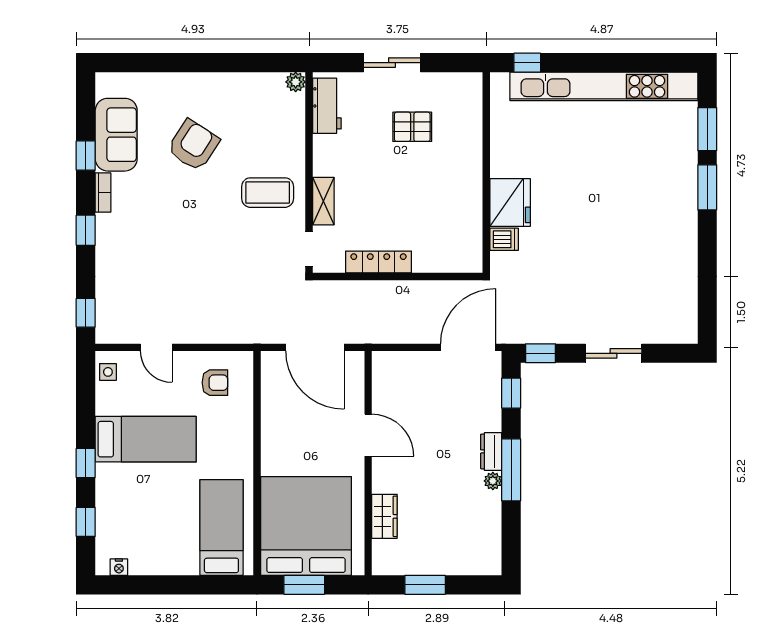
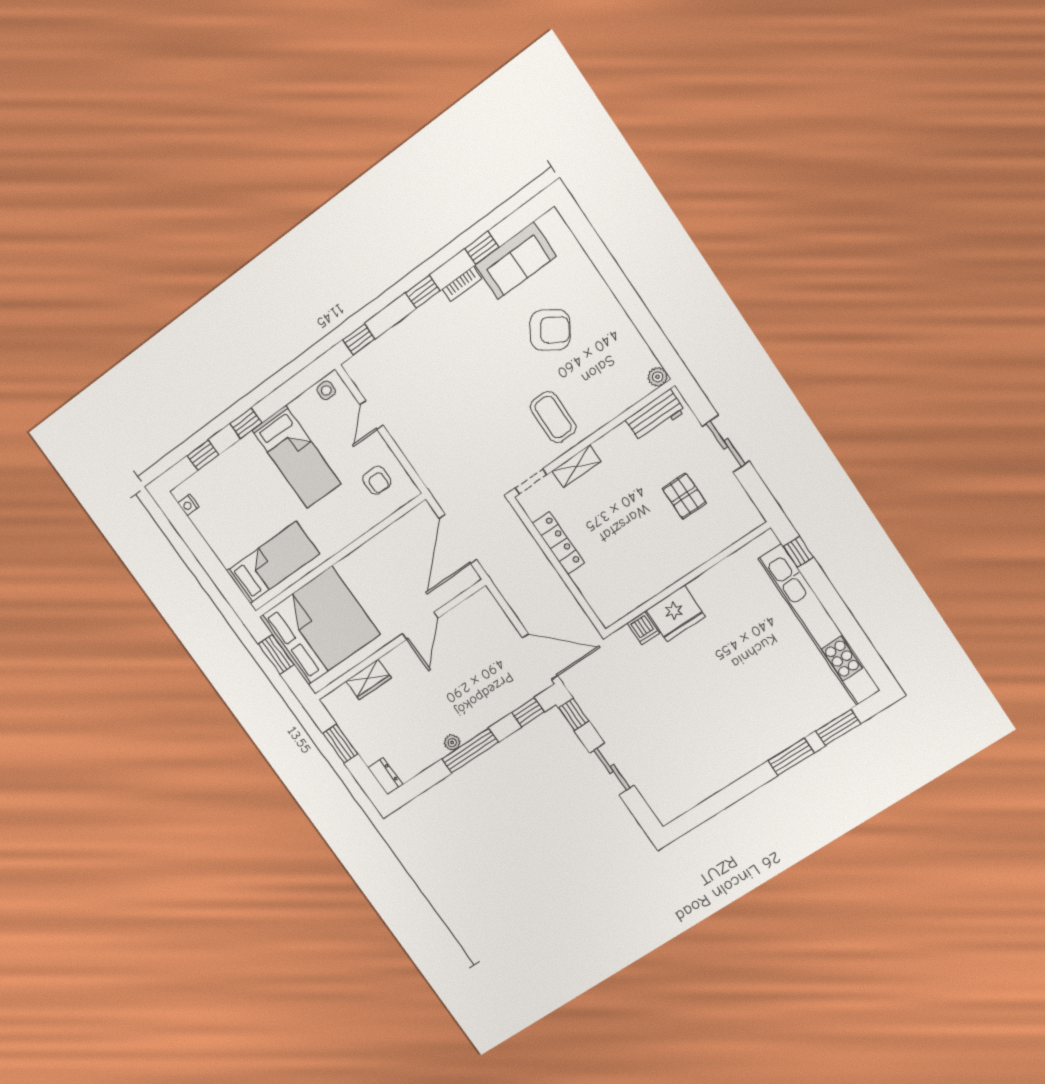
dresser: (491, 451) -> (385, 776), moved, turned 90

